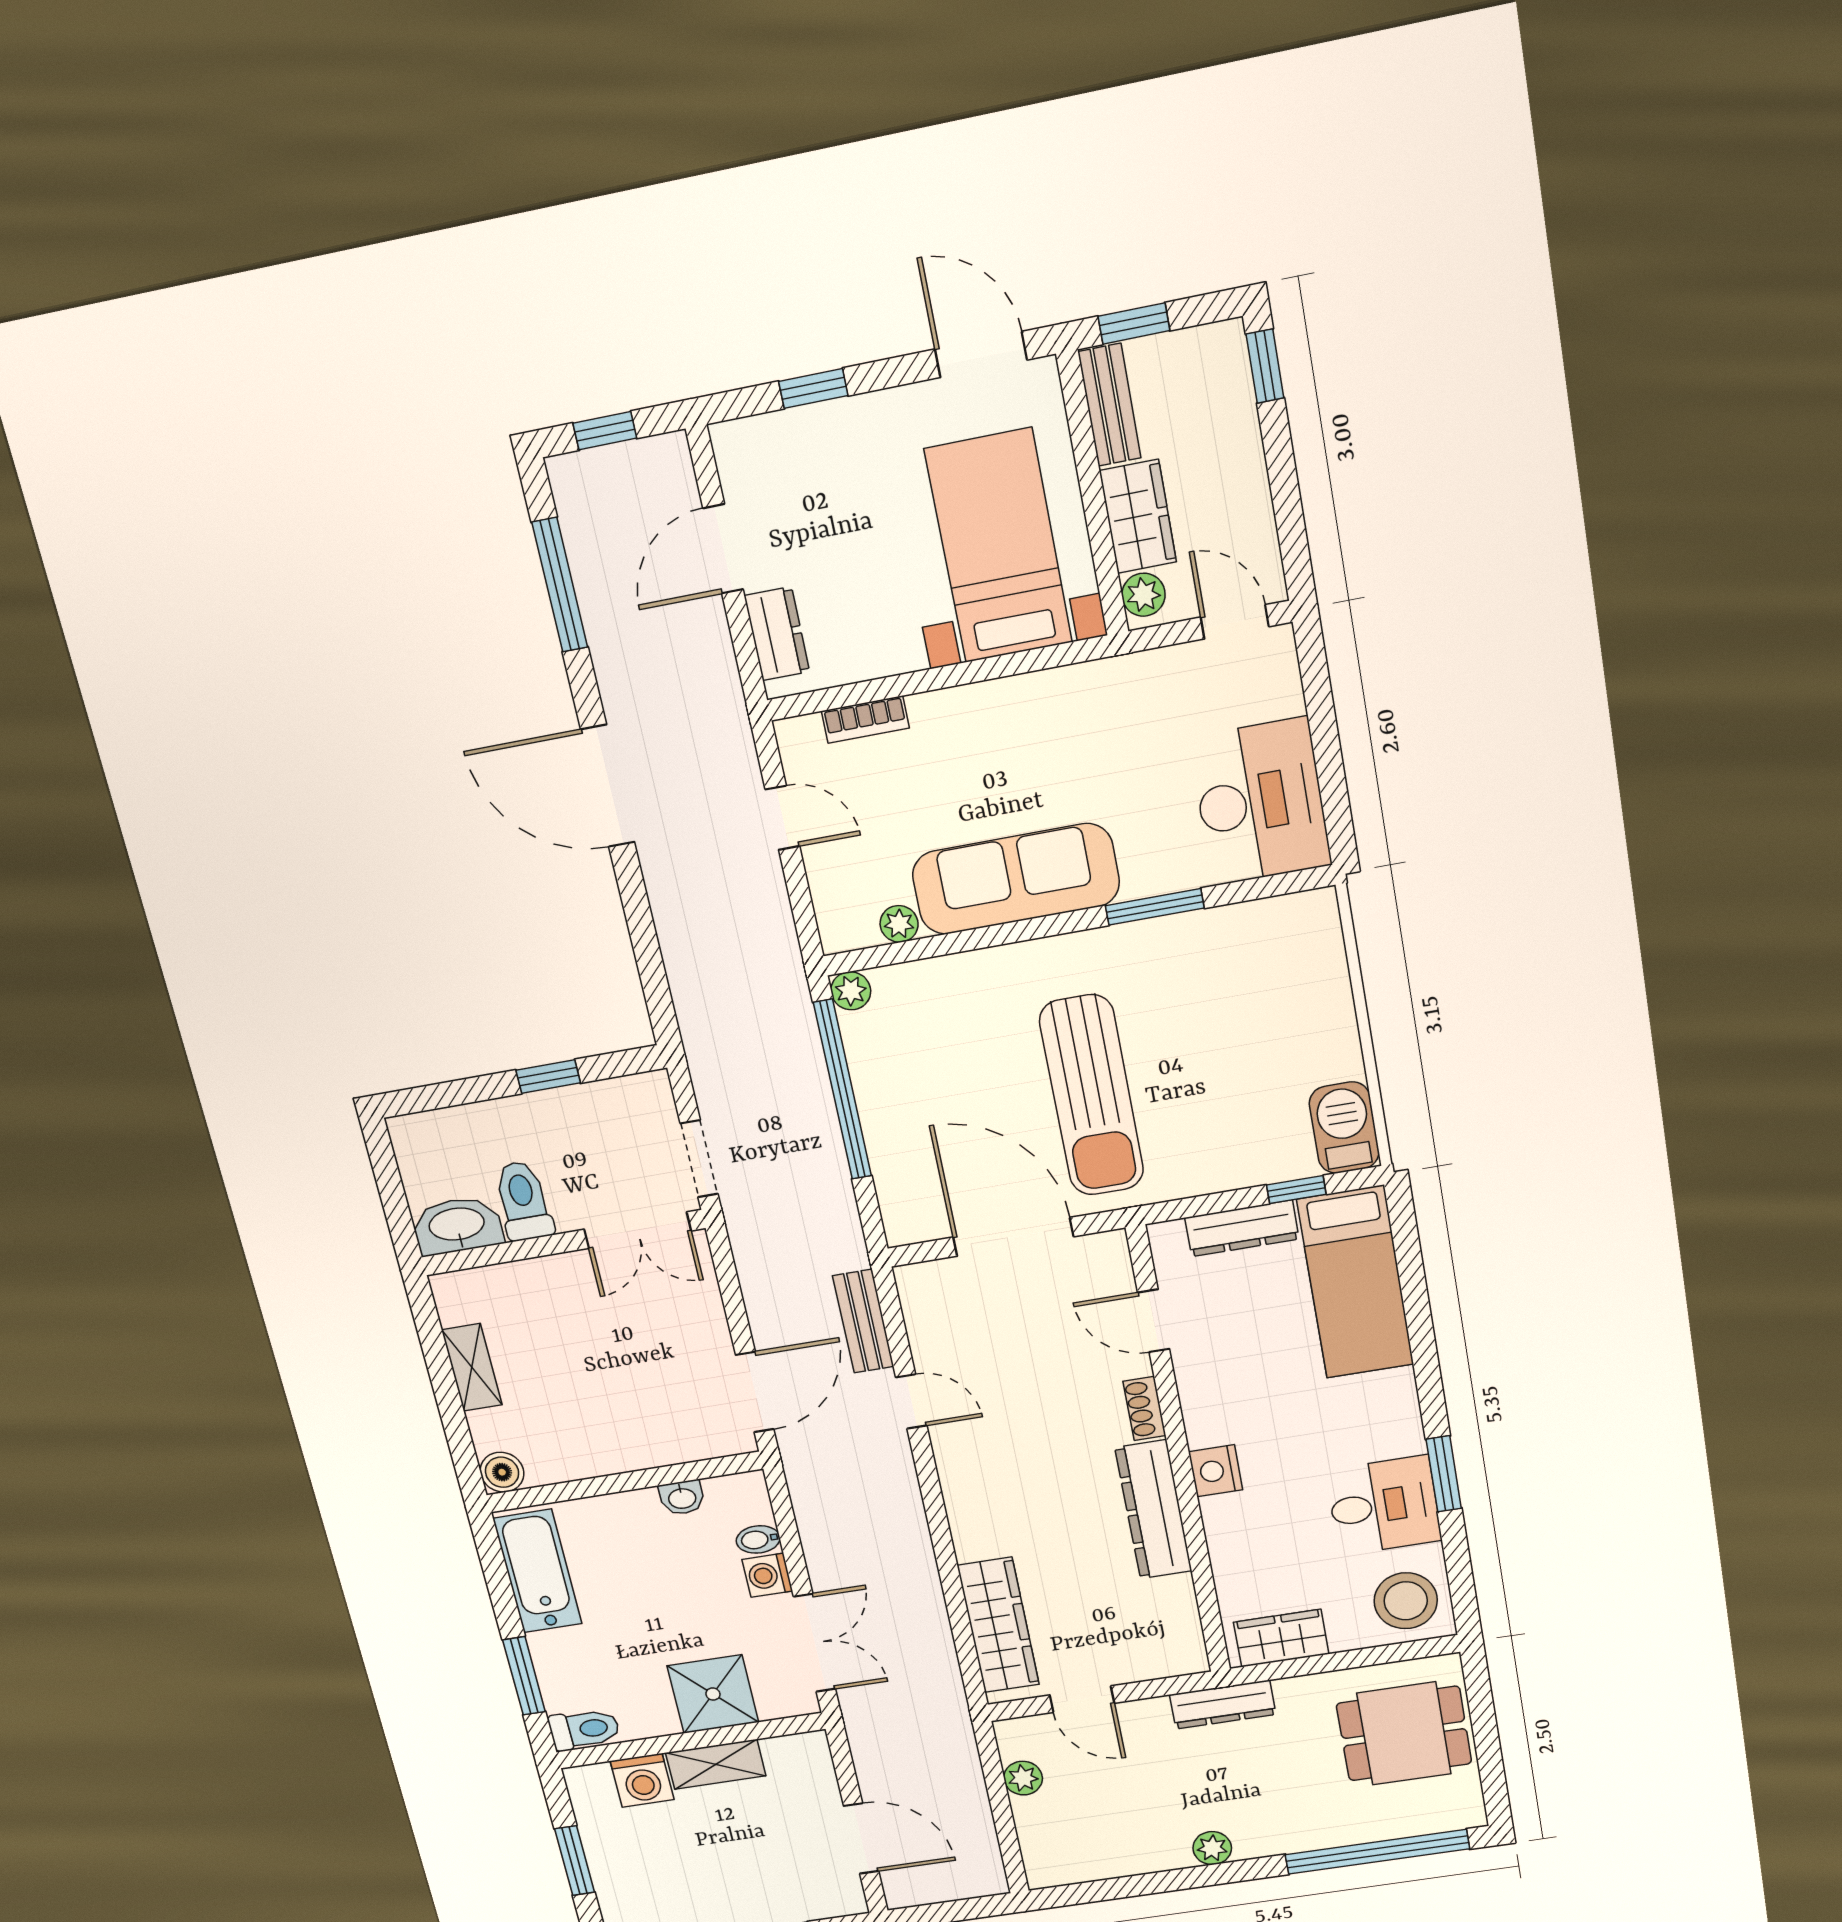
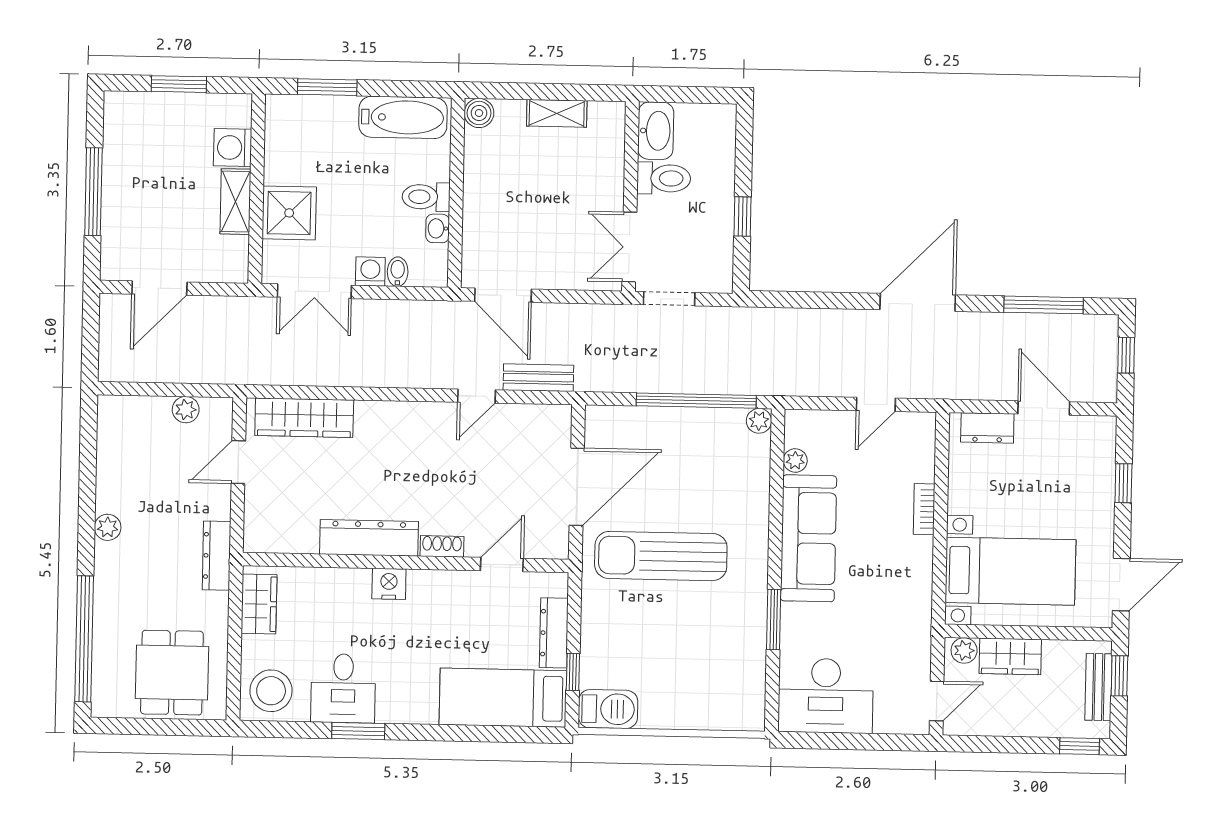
bench: (1110, 405) -> (1098, 687), moved, turned 90
bookcase: (865, 720) -> (924, 509), moved
toilet: (584, 1729) -> (426, 197), moved, turned 90

